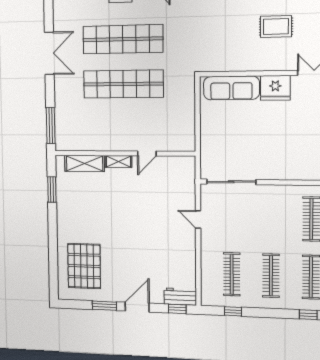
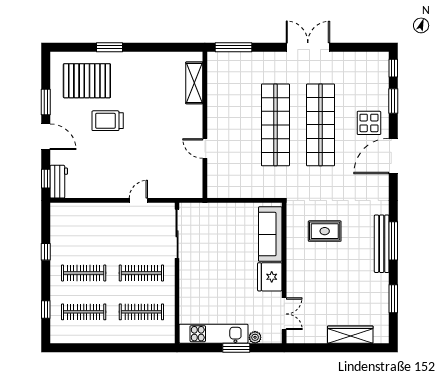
rug: (276, 26) -> (325, 231), moved, turned 90
double door: (49, 53) -> (308, 47), swing flipped
shelving: (118, 162) -> (196, 119), removed
window: (52, 189) -> (110, 47), moved
trolley: (121, 247) -> (108, 121), added
clothes rail: (232, 274) -> (141, 273), moved
window: (233, 311) -> (46, 252), moved

